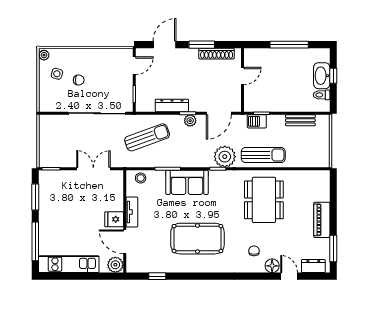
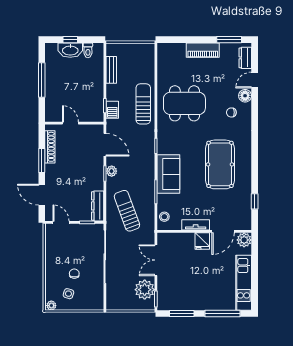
dresser: (172, 105) -> (98, 206), moved
plant: (225, 157) -> (145, 290), moved

